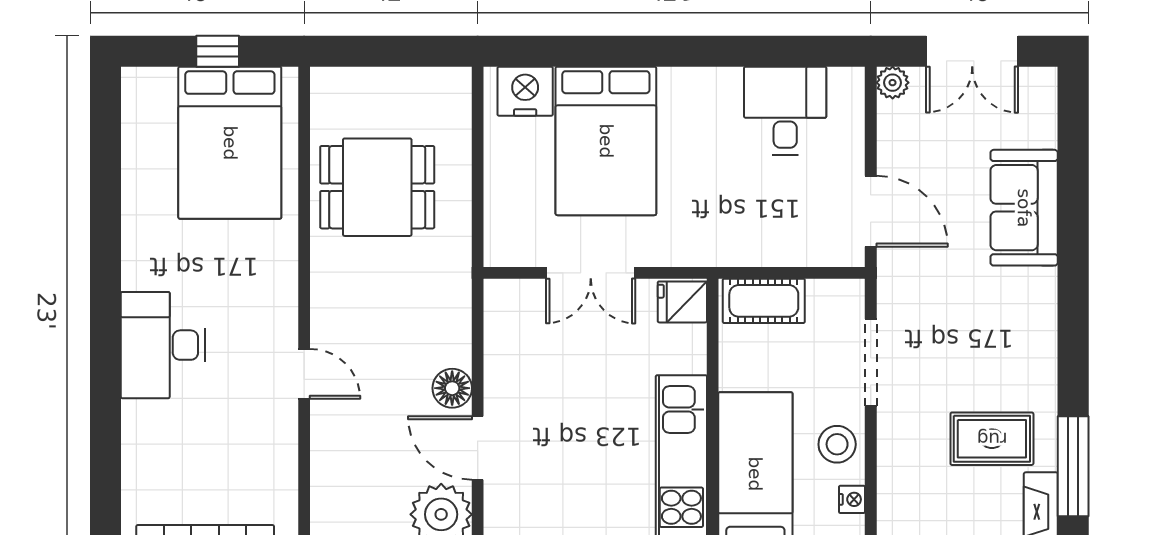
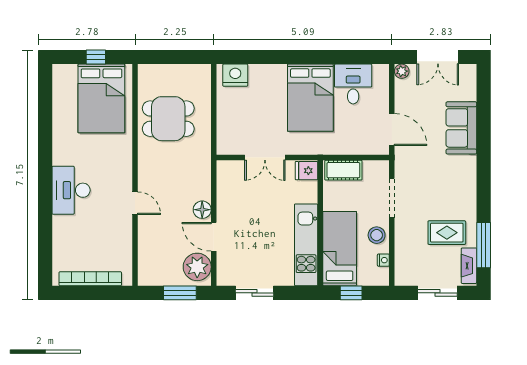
bed: (606, 141) -> (310, 98), moved

